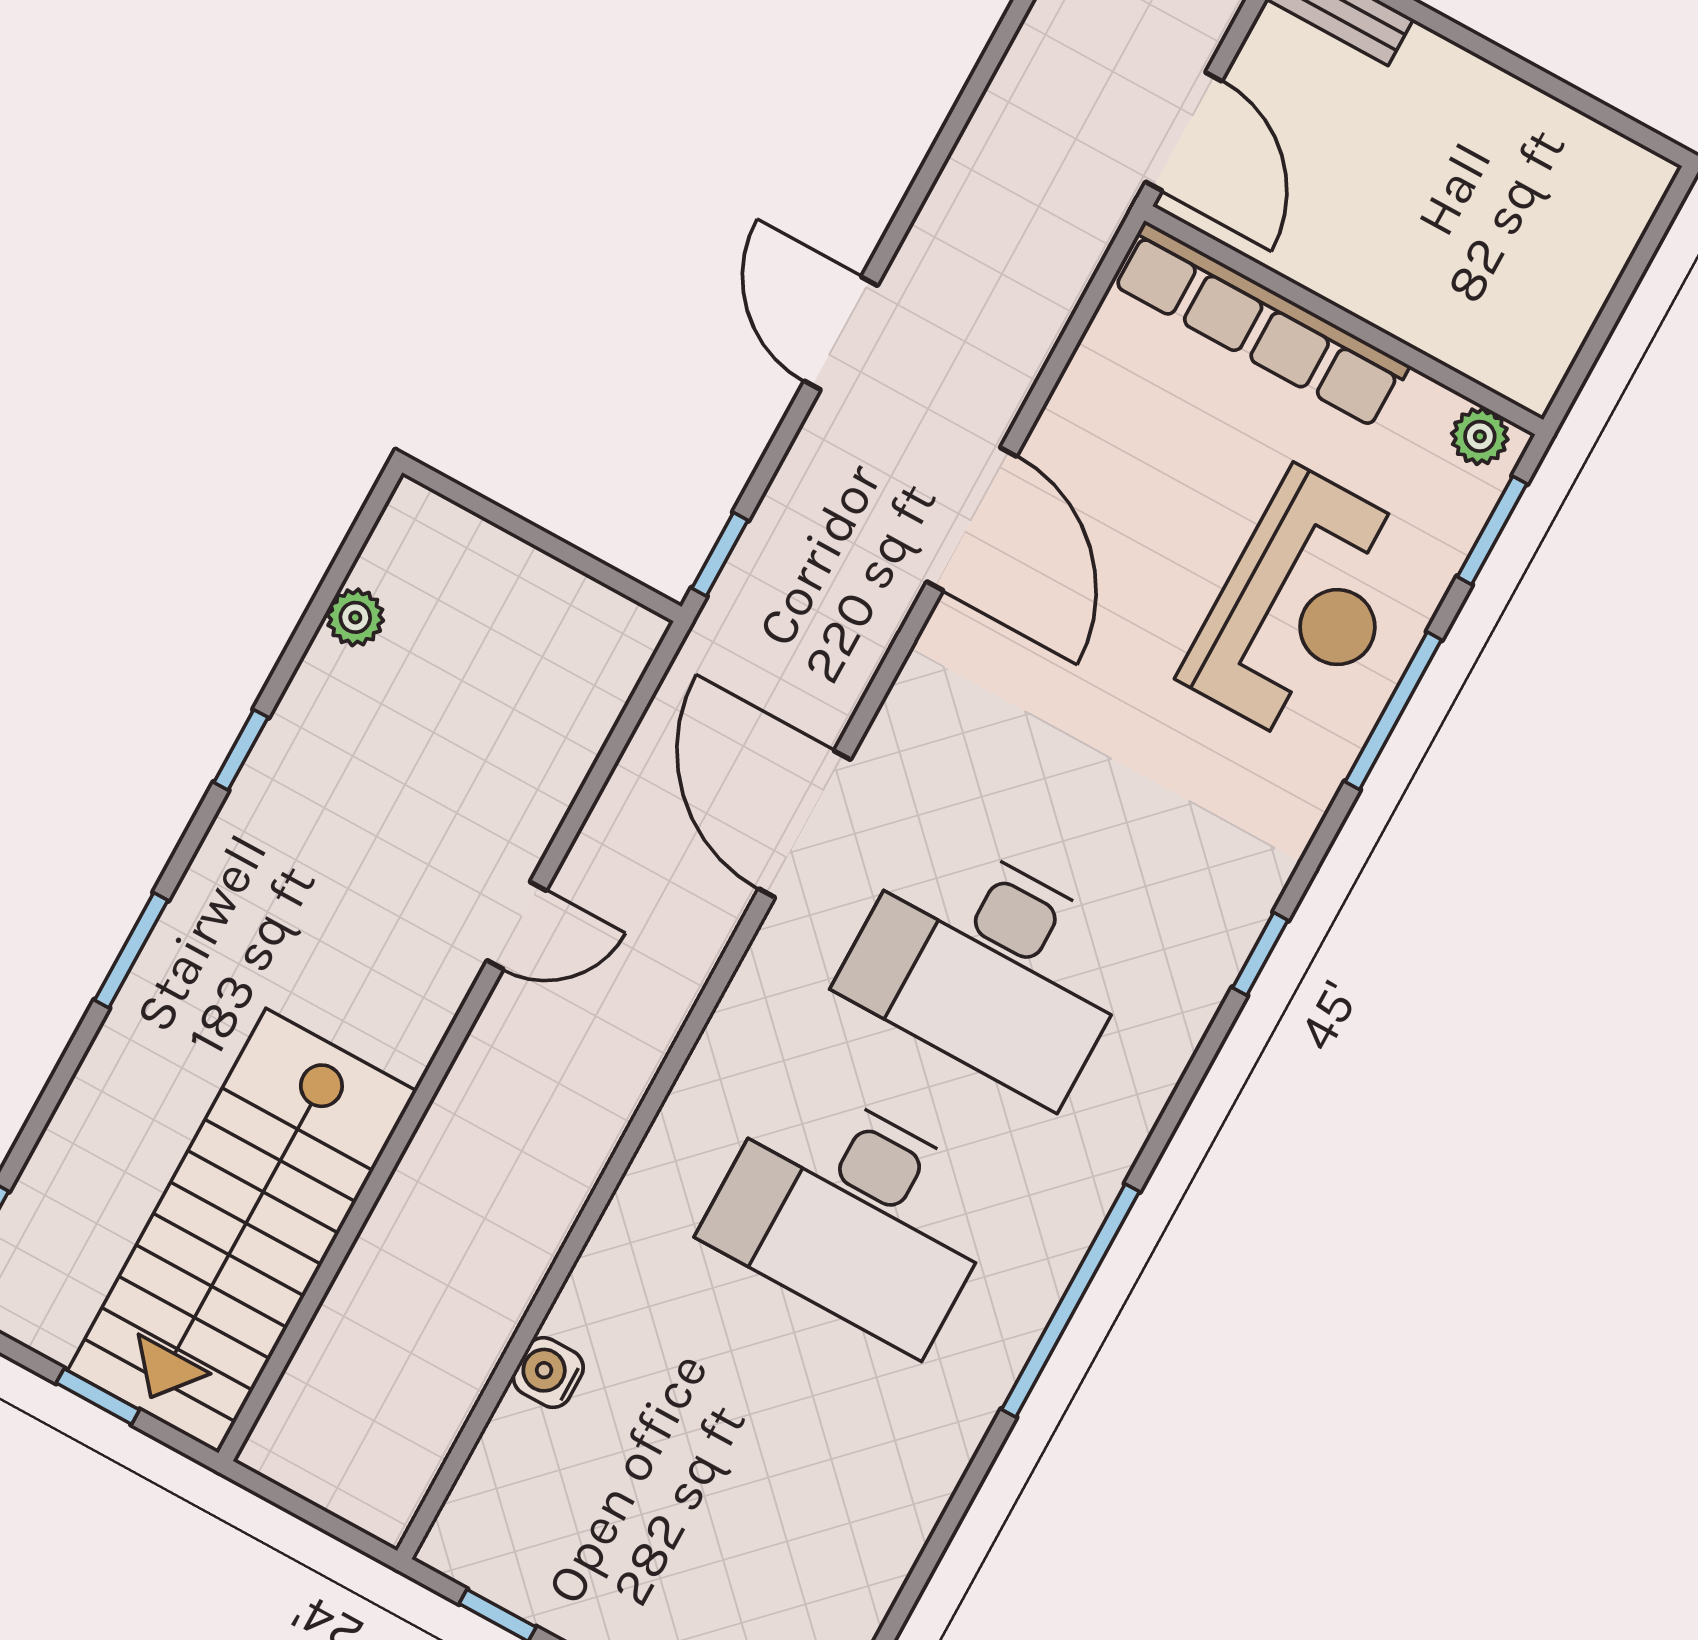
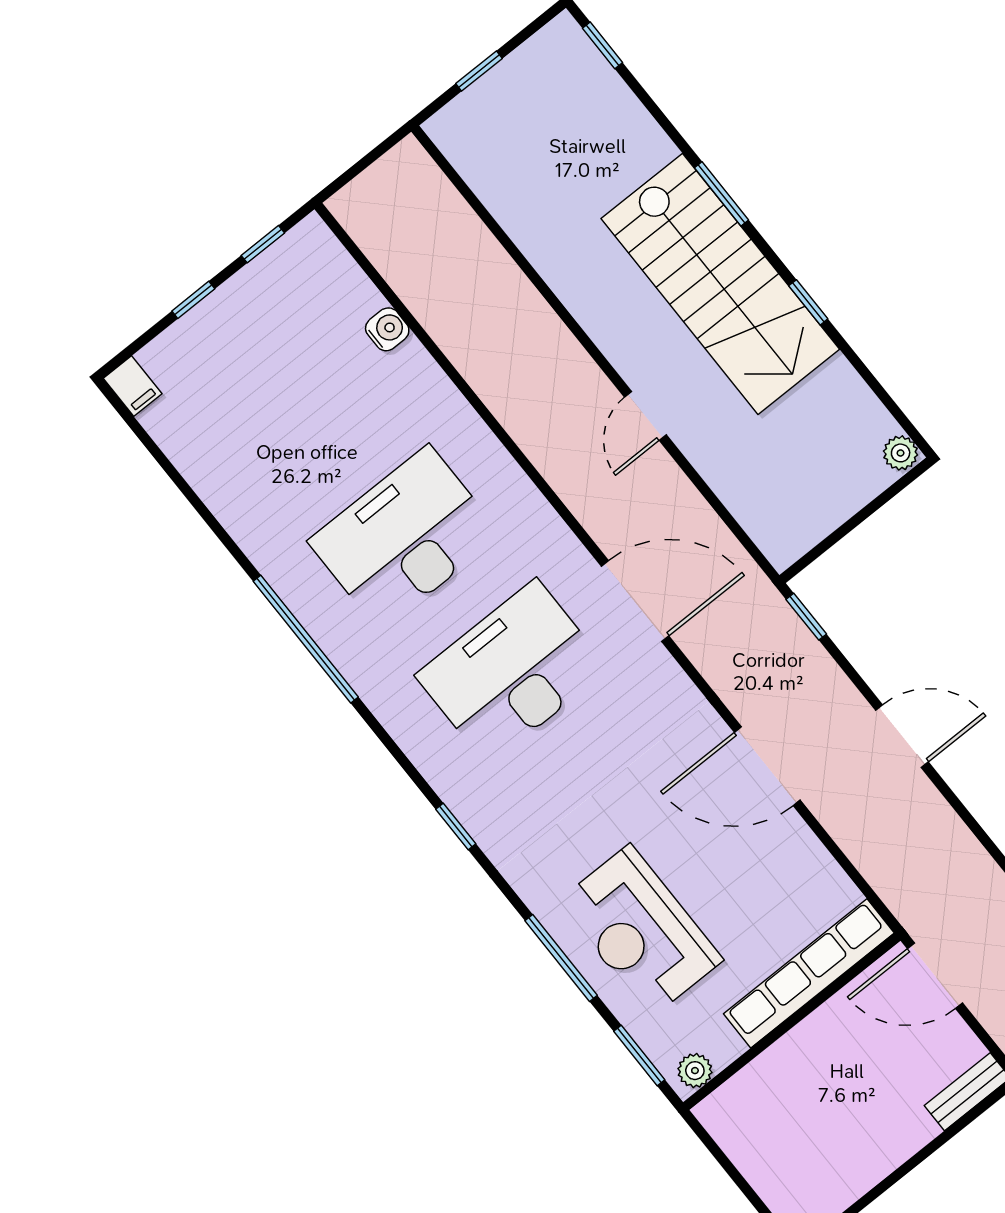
plant: (355, 617) -> (901, 453), moved
stairs: (242, 1231) -> (720, 284), moved, turned 180

